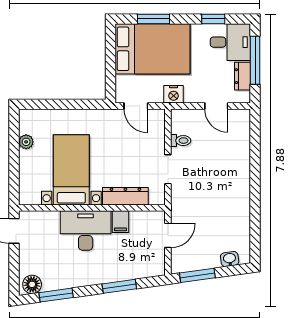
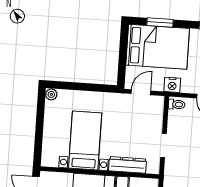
door: (136, 106) -> (141, 92), swing flipped
toilet: (181, 141) -> (177, 104), moved
plant: (26, 142) -> (51, 94), moved

